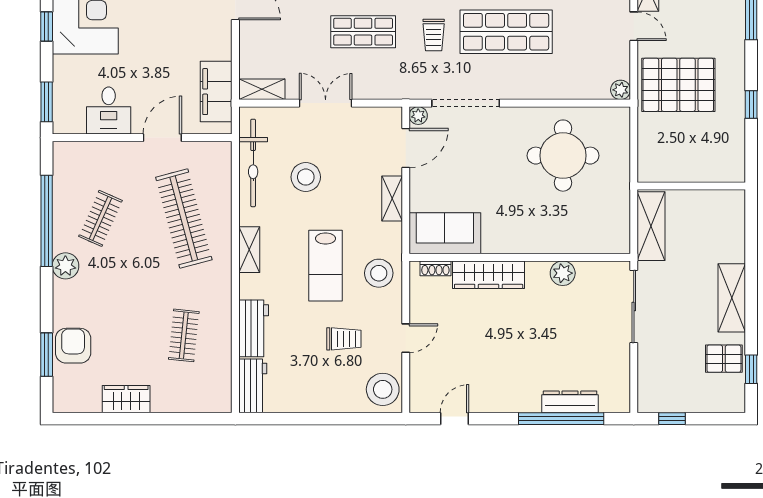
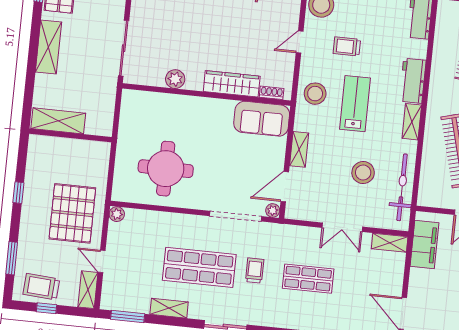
pallet: (678, 85) -> (72, 213), turned 90
shelving: (651, 226) -> (58, 121), moved, turned 90
workbench: (254, 328) -> (413, 81), moved

